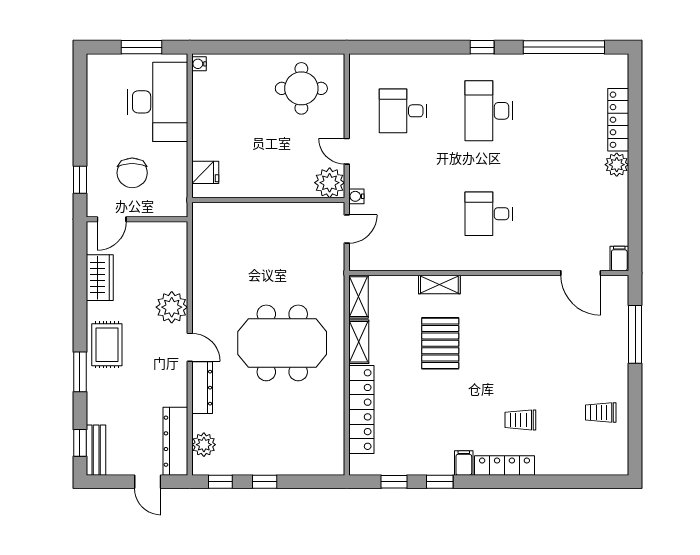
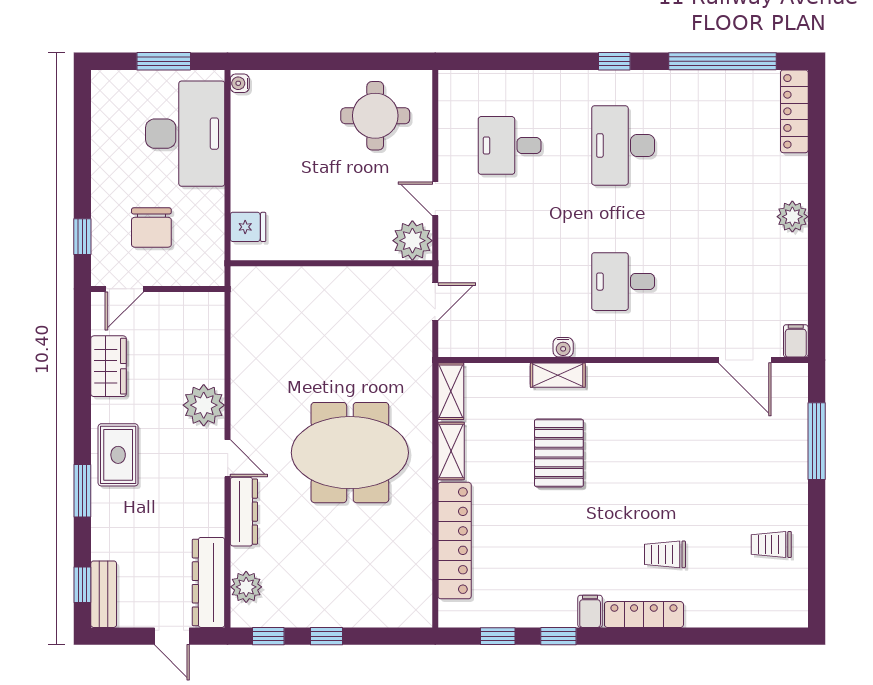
locker: (618, 120) -> (794, 111), moved
water cooler: (356, 196) -> (563, 347), moved, turned -90

